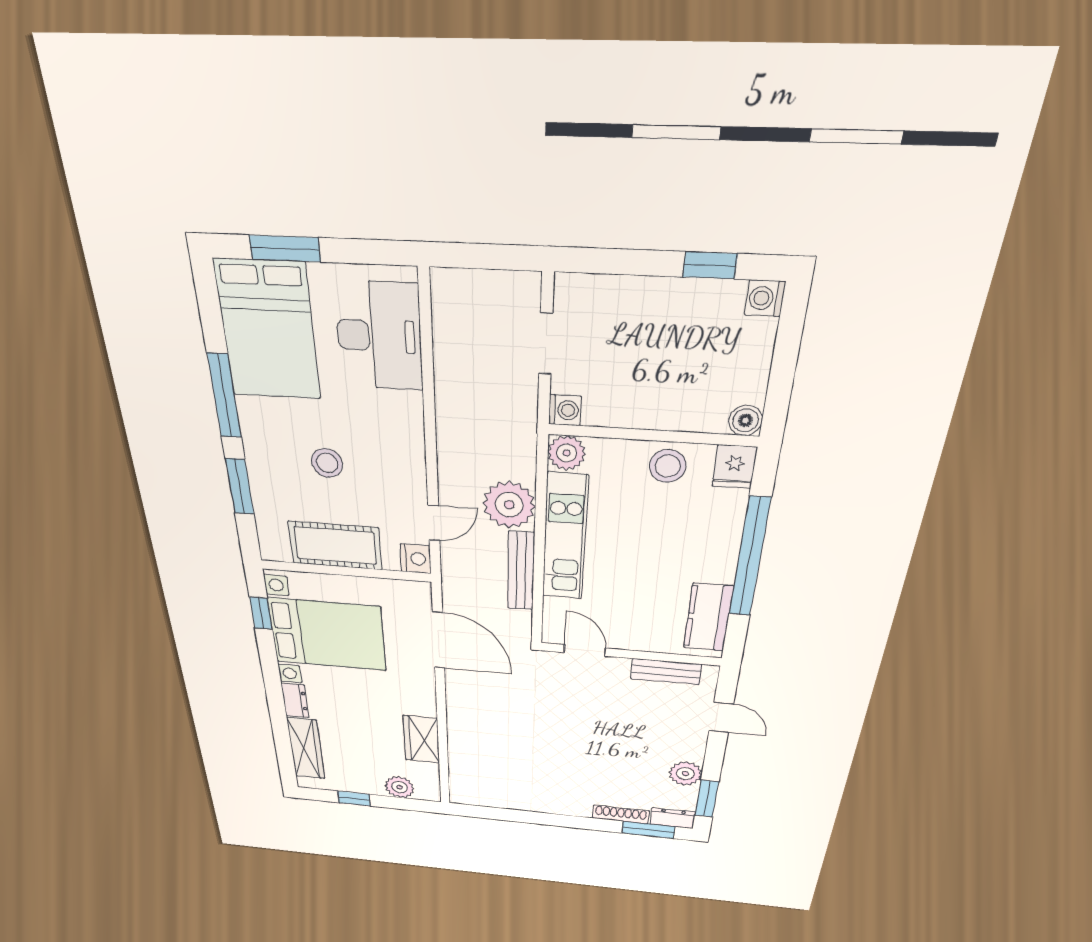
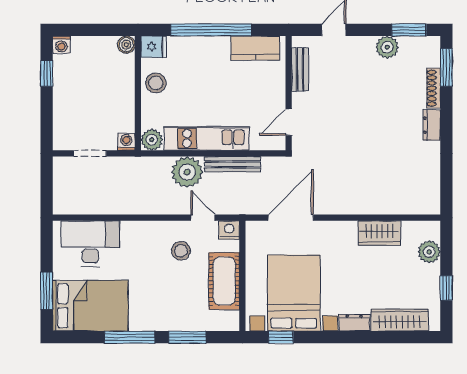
stool: (327, 463) -> (181, 251), moved
dresser: (673, 818) -> (432, 125), moved

